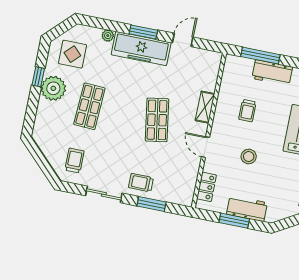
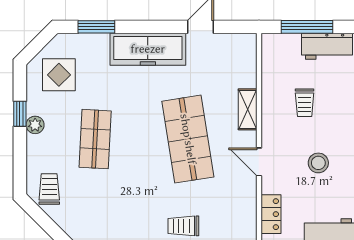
window: (143, 32) -> (96, 27), moved
plant: (108, 36) -> (101, 41), removed
plant: (53, 88) -> (35, 125), width x0.53, depth x0.53
shop shelf: (157, 120) -> (188, 139), width x1.43, depth x1.36
trolley: (74, 161) -> (49, 189), moved

